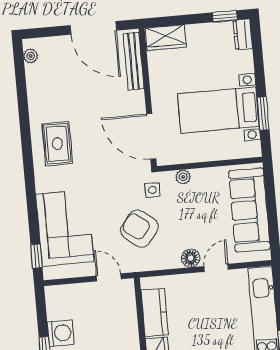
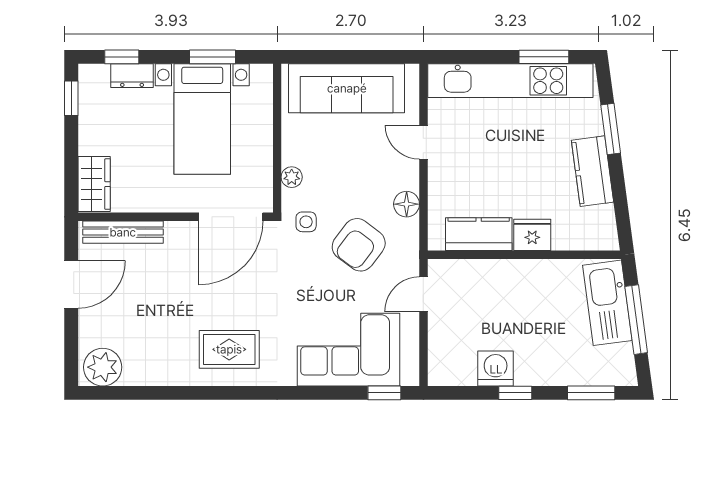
door: (93, 28) -> (71, 284), width x0.73
dresser: (243, 34) -> (132, 76), moved
window: (257, 49) -> (122, 57), added
plant: (31, 56) -> (103, 367), width x1.87, depth x1.87
floor lamp: (191, 258) -> (407, 204), moved

